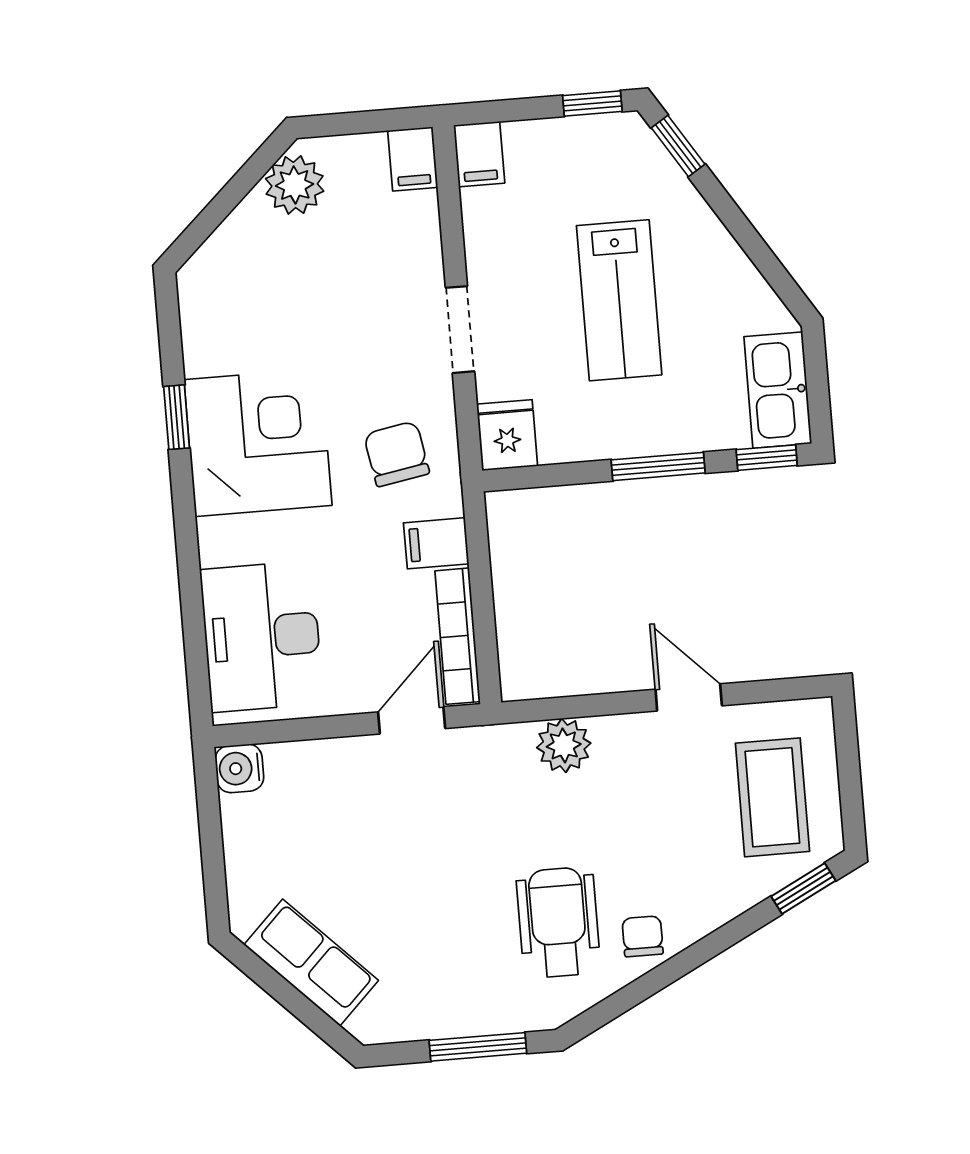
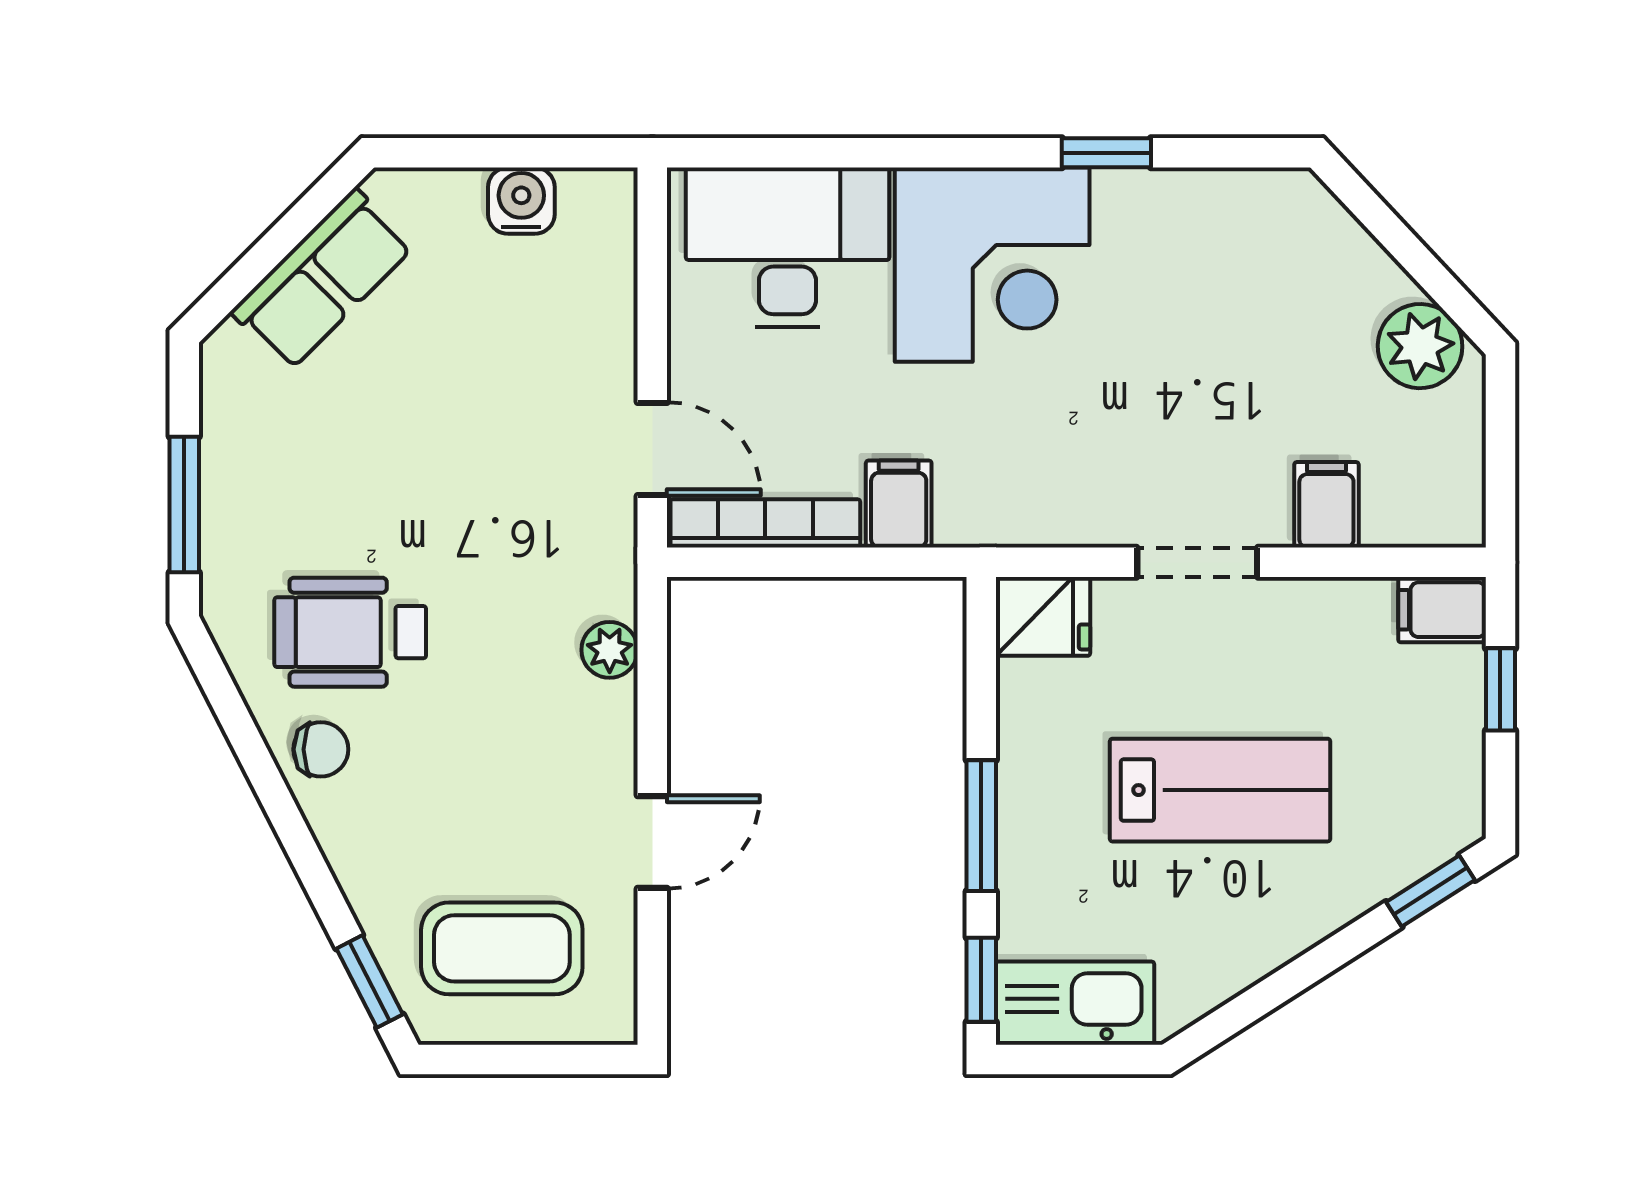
window: (592, 103) -> (1500, 689), moved
filing cabinet: (413, 159) -> (1326, 505), moved, turned 90
lab bench: (619, 300) -> (1220, 790), turned 180
corner desk: (258, 442) -> (992, 265), moved
chair: (397, 454) -> (1029, 459), removed
plant: (564, 745) -> (610, 650), width x0.73, depth x0.73
water cooler: (239, 768) -> (521, 201), moved
wheelchair: (558, 922) -> (350, 632), turned 180

